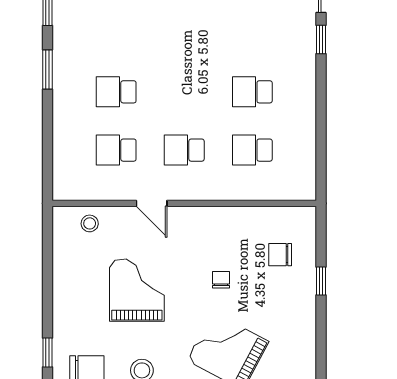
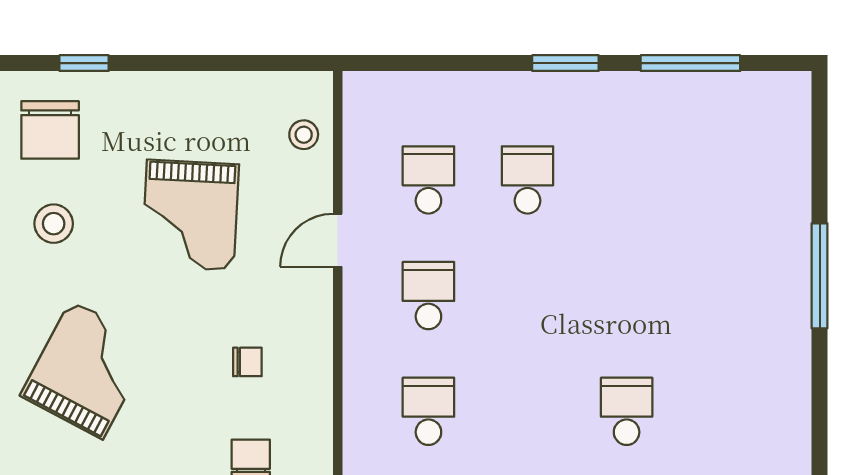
school desk: (252, 92) -> (627, 411), moved
chair: (221, 280) -> (247, 362), moved
grand piano: (137, 290) -> (190, 215), turned 93

